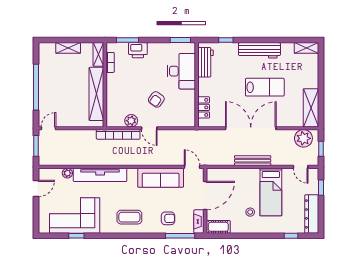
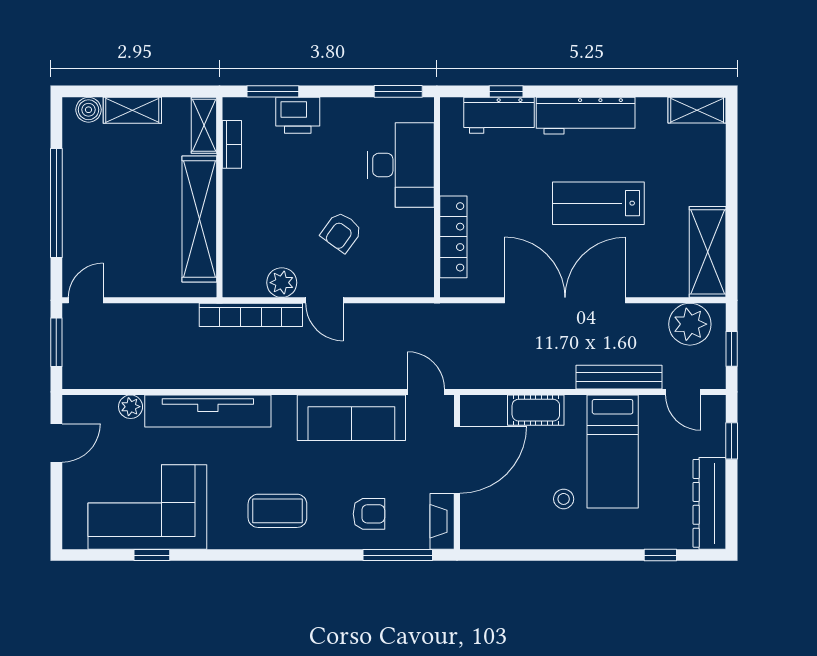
boiler: (50, 48) -> (89, 110), added
workbench: (206, 62) -> (499, 115), moved, turned 90
lab bench: (265, 87) -> (598, 203), turned 180
locker: (204, 107) -> (453, 237), width x1.53
bench: (253, 161) -> (619, 377), moved
cot: (218, 227) -> (536, 410), moved

